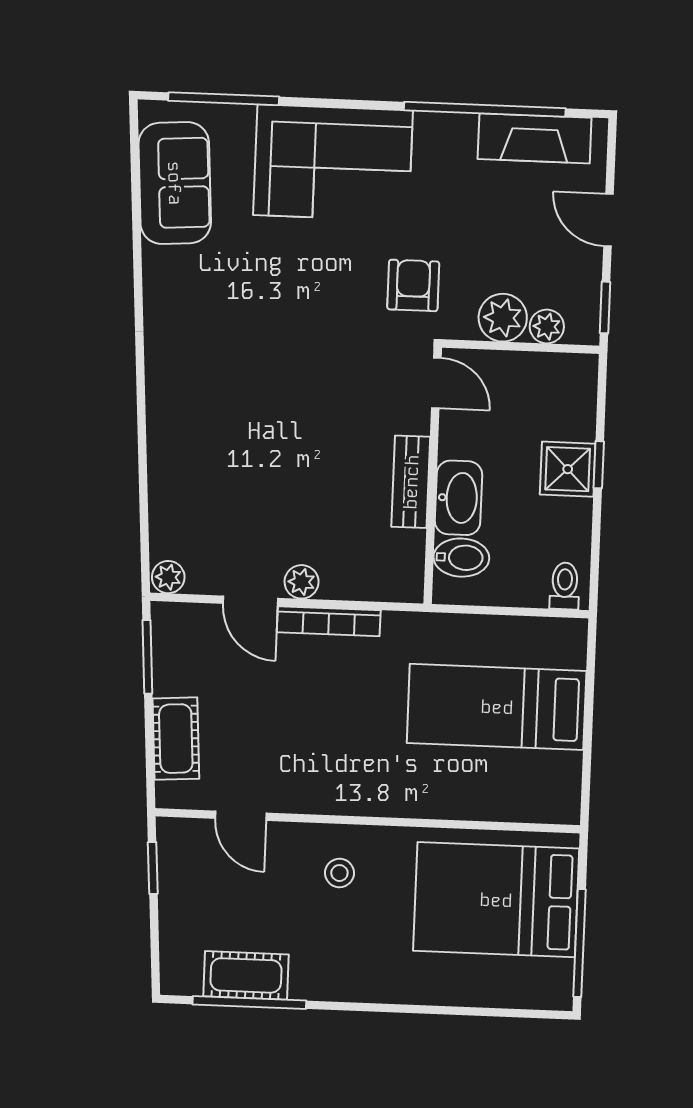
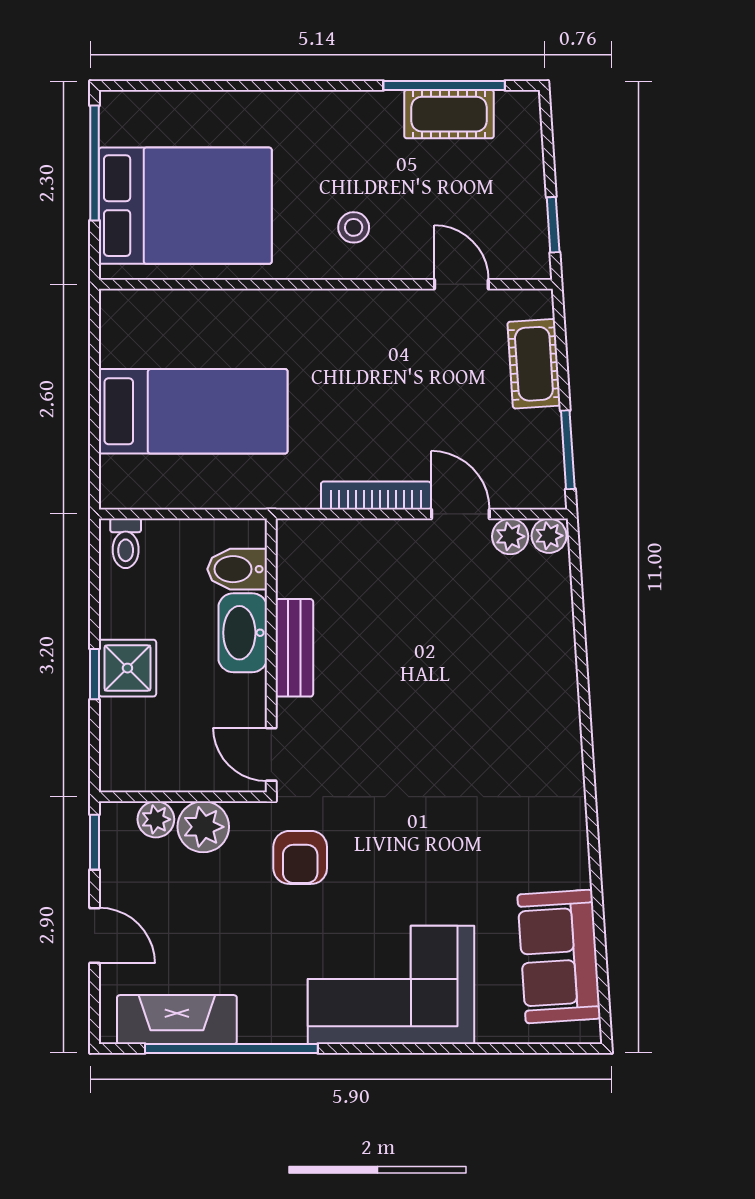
window: (224, 99) -> (510, 1049), removed
plant: (302, 582) -> (510, 536), moved

